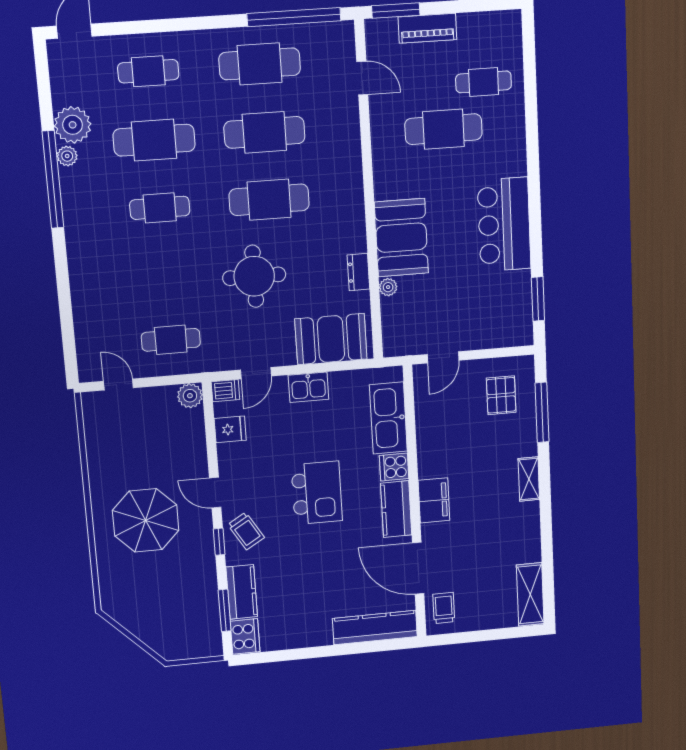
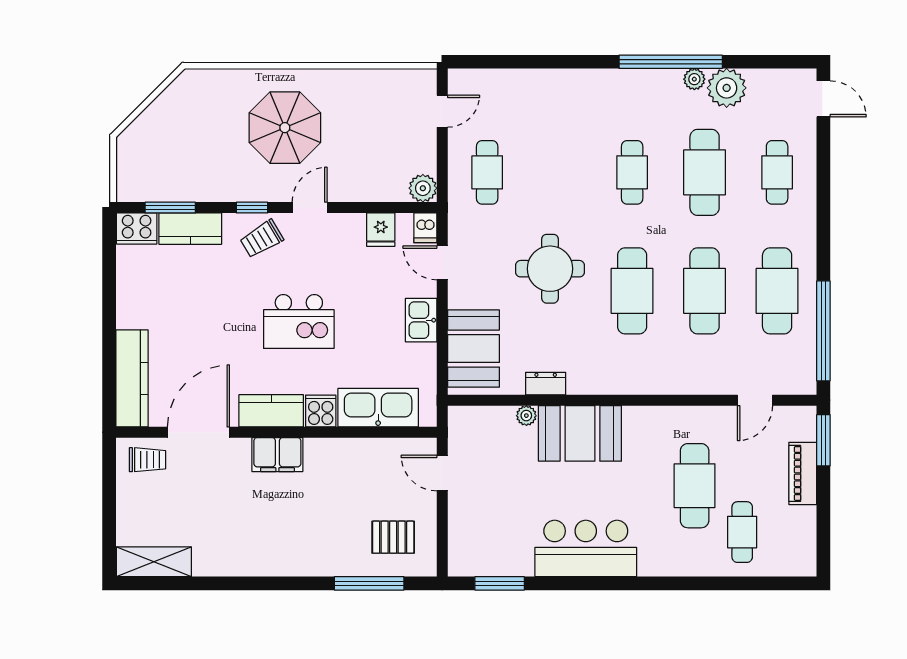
shelving: (529, 479) -> (292, 565), removed

